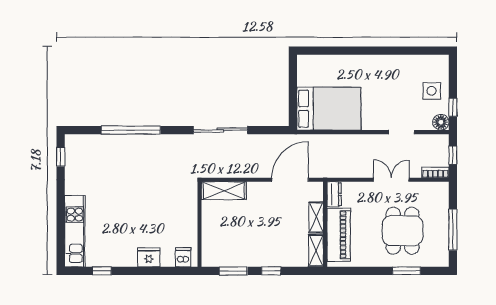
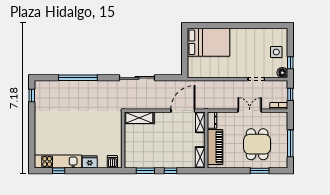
bed: (329, 109) -> (208, 42), moved
shelving: (316, 217) -> (200, 122), moved
kitchen unit: (75, 231) -> (58, 161), moved, turned -90

